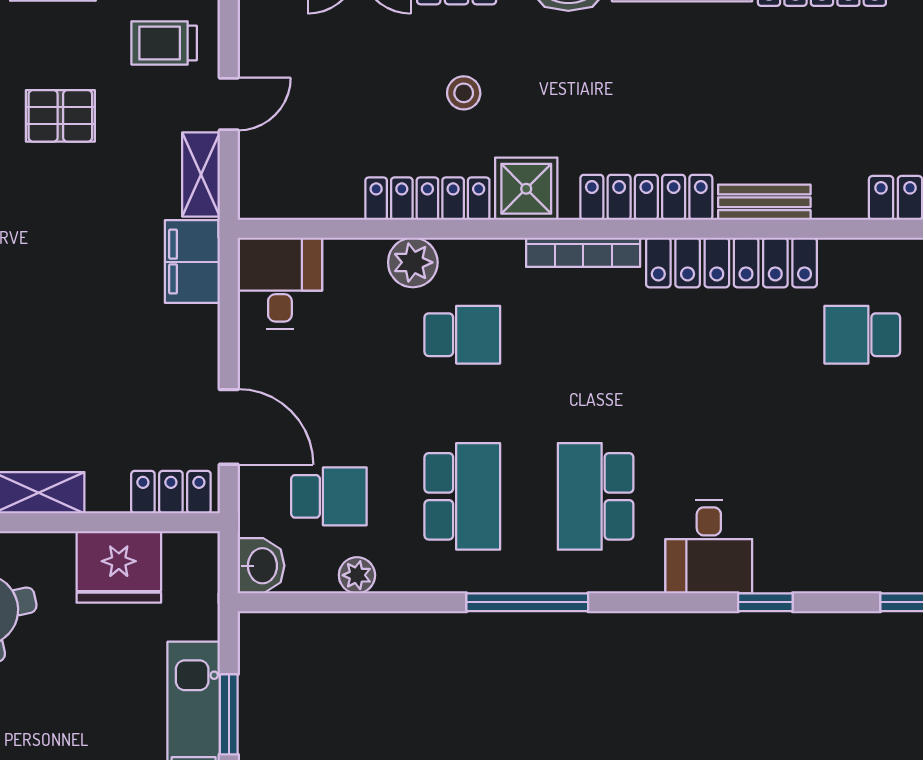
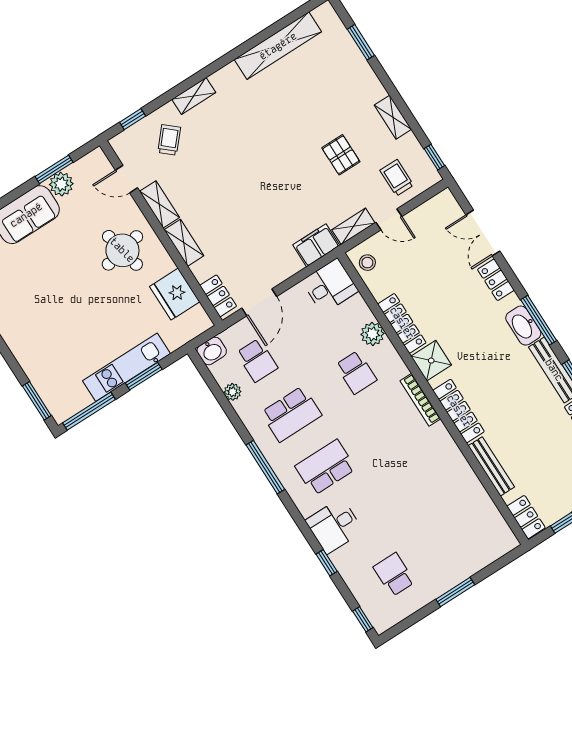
stool: (464, 93) -> (367, 263), moved
bench: (764, 202) -> (491, 466), width x1.36
locker: (731, 263) -> (454, 462), removed
school desk: (862, 335) -> (394, 575), moved

